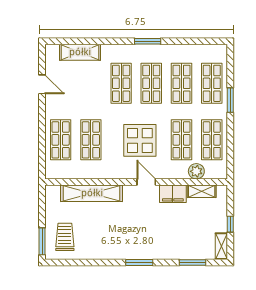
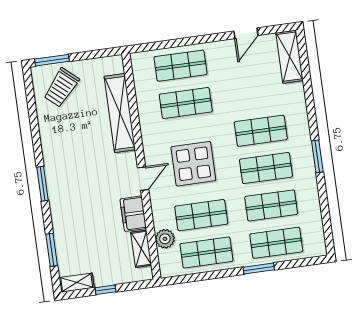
shelving: (80, 52) -> (290, 57), moved
trolley: (65, 237) -> (61, 88), turned 131

